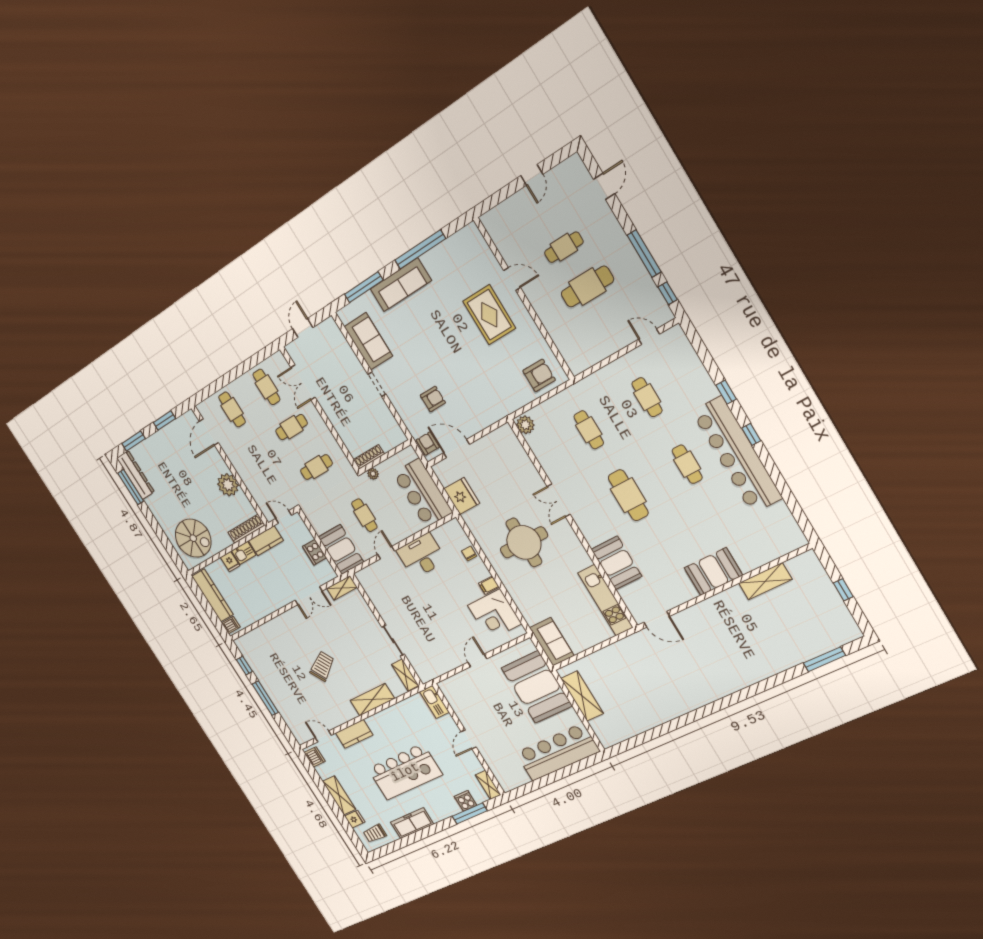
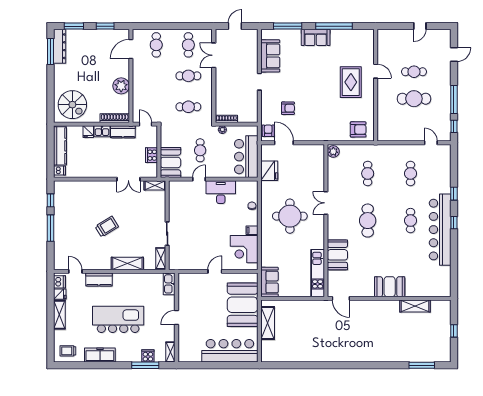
sofa: (401, 285) -> (316, 37), width x0.73
kitchen island: (405, 772) -> (118, 319), turned 180
fridge: (355, 819) -> (60, 294), moved

